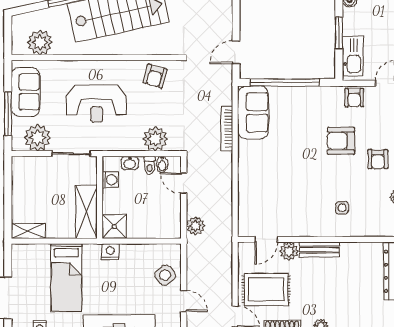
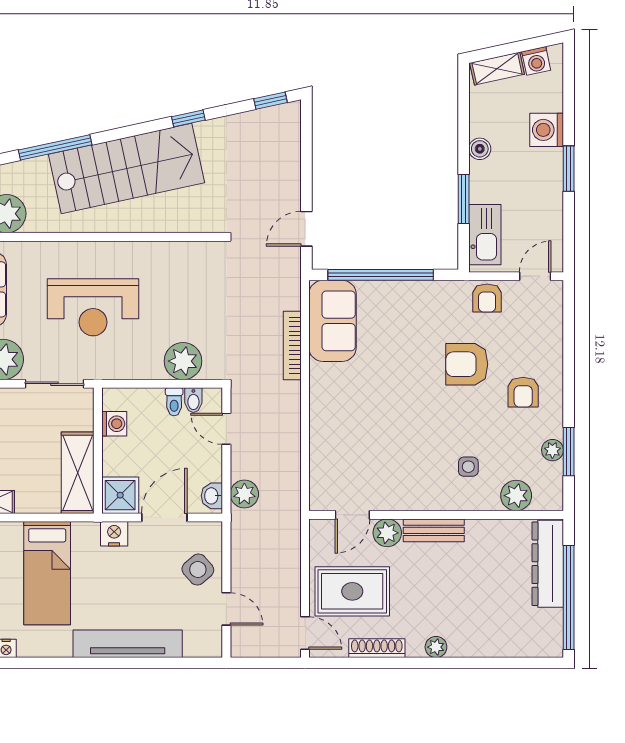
armchair: (155, 76) -> (183, 265), removed
washbasin: (130, 163) -> (212, 496), moved, turned 90
plant: (373, 227) -> (516, 496), added
door: (143, 241) -> (164, 517), added

